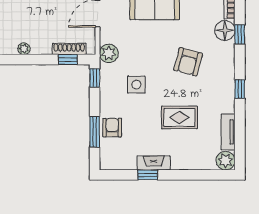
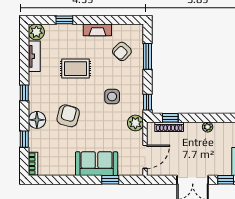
floor lamp: (225, 30) -> (37, 120), moved
armchair: (112, 128) -> (122, 51), moved, turned 44
window: (148, 175) -> (64, 20), moved

